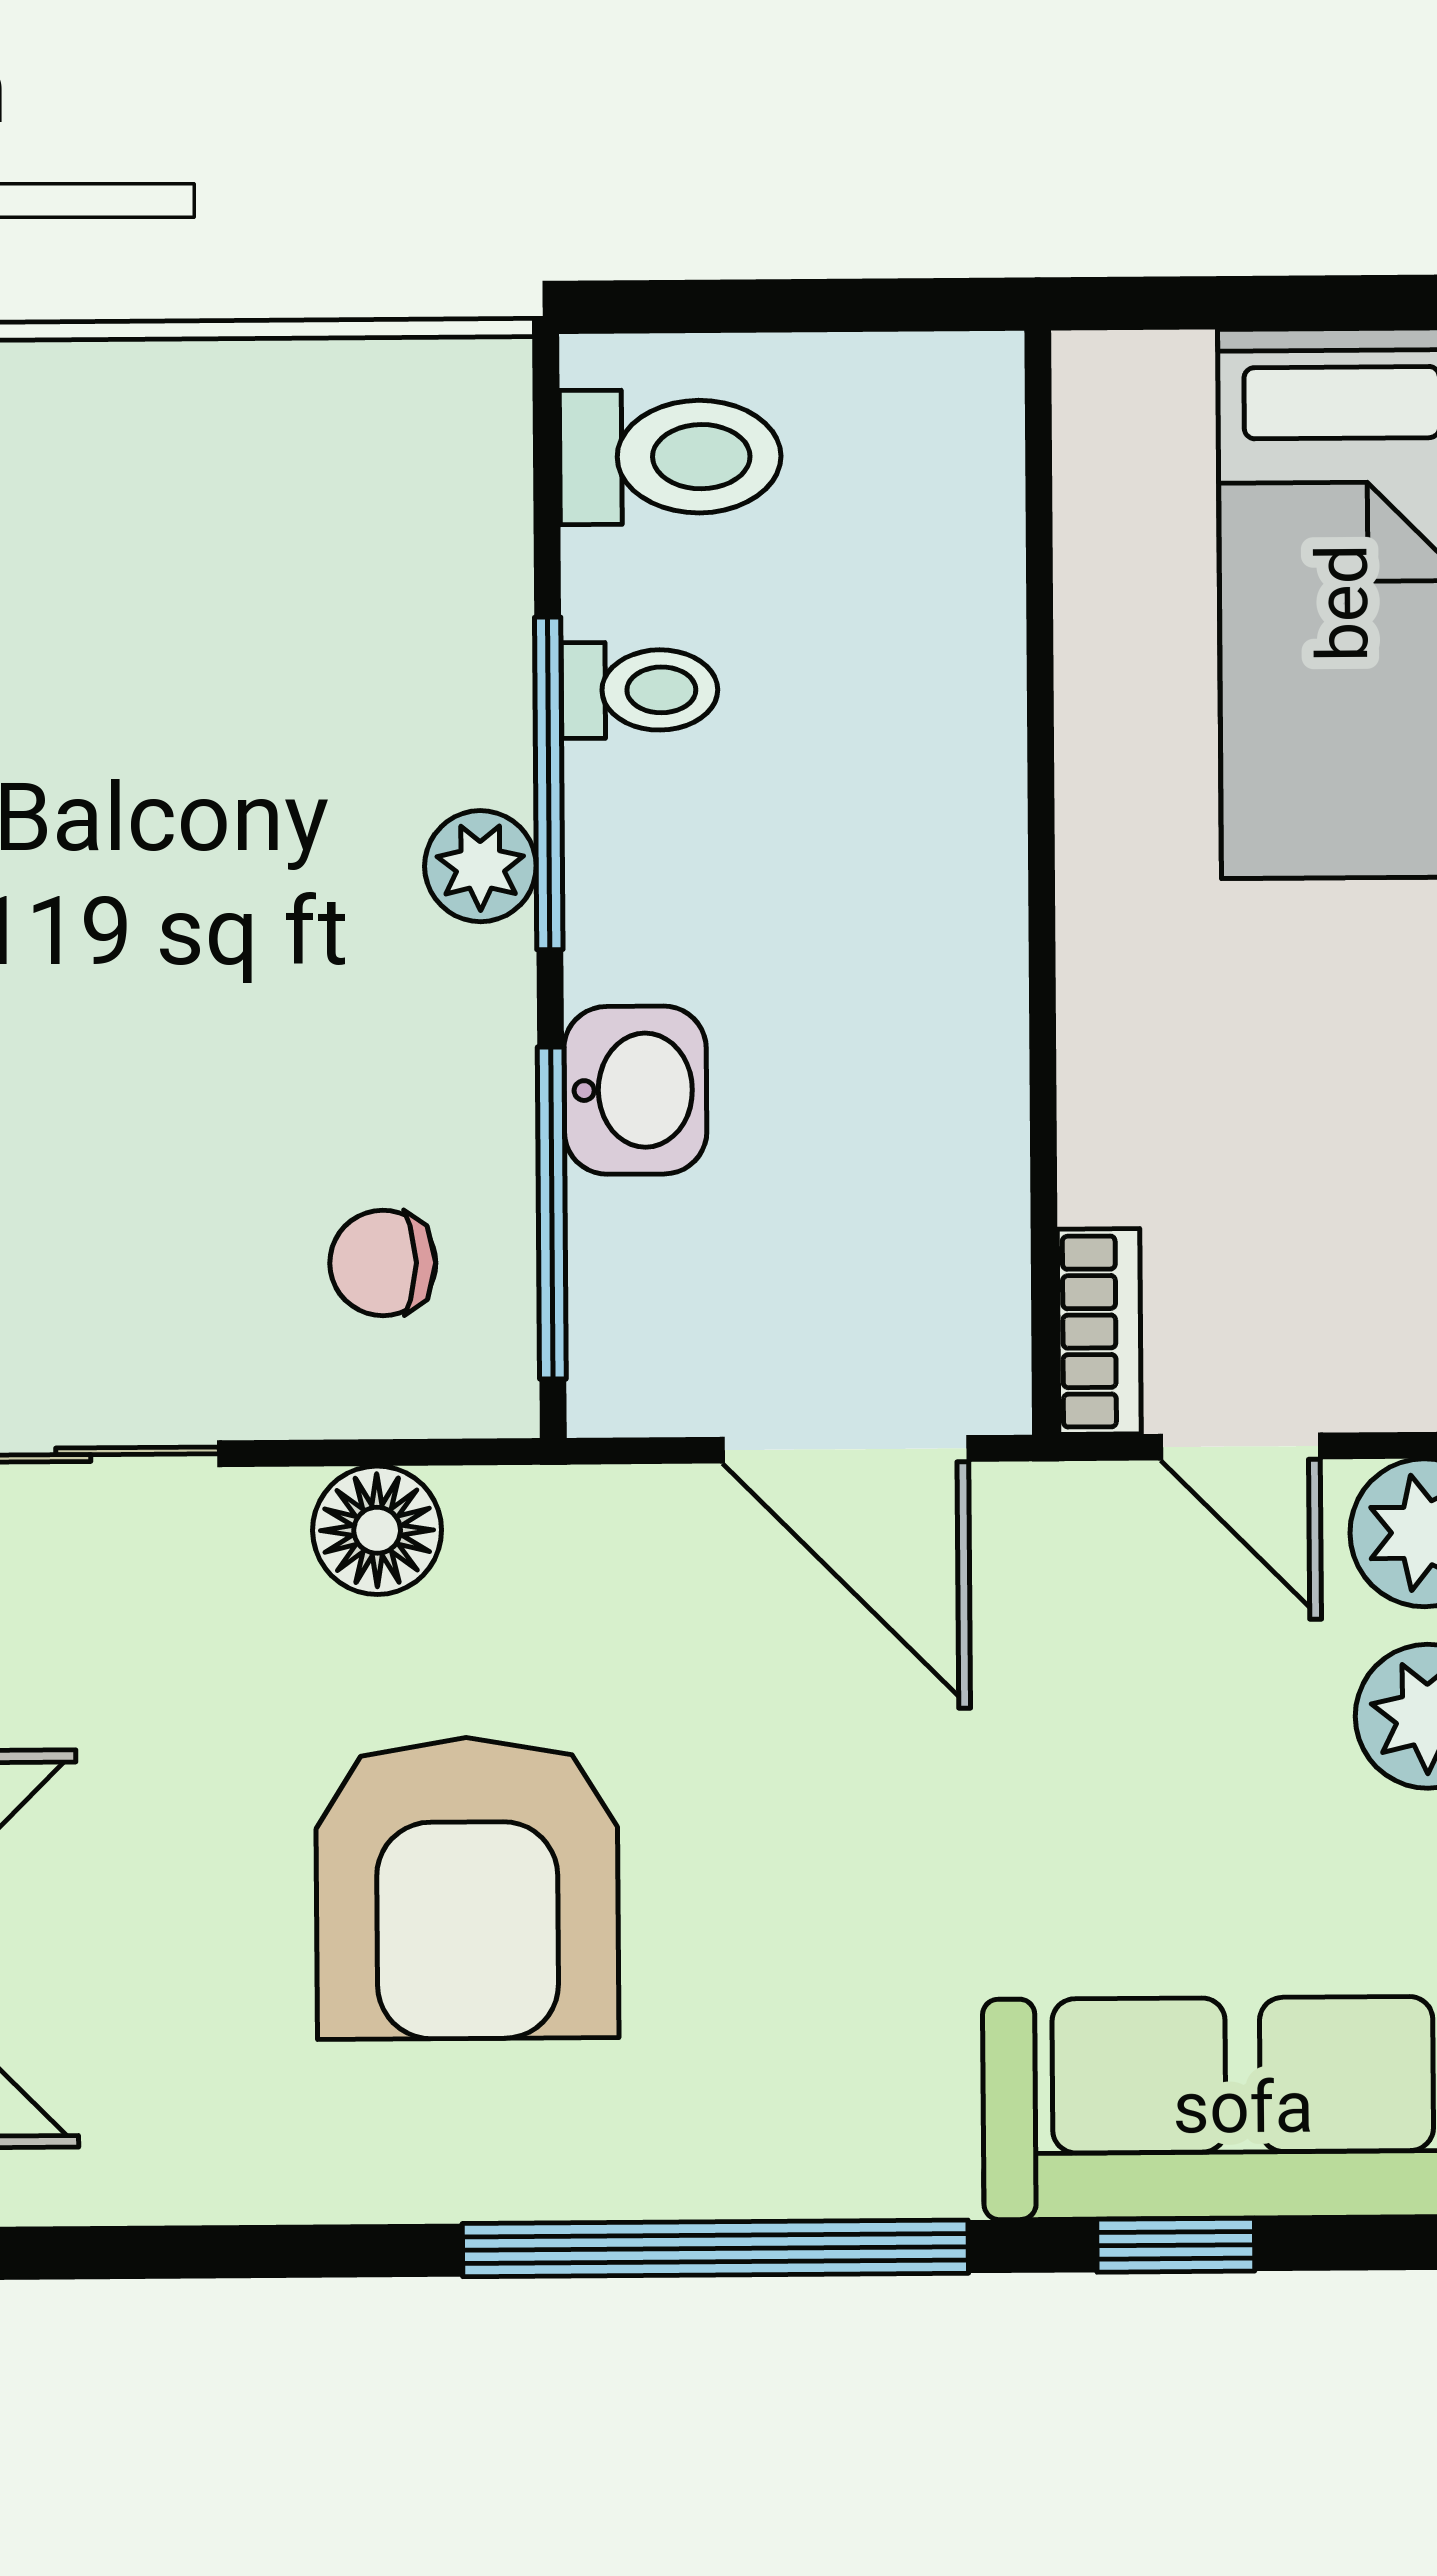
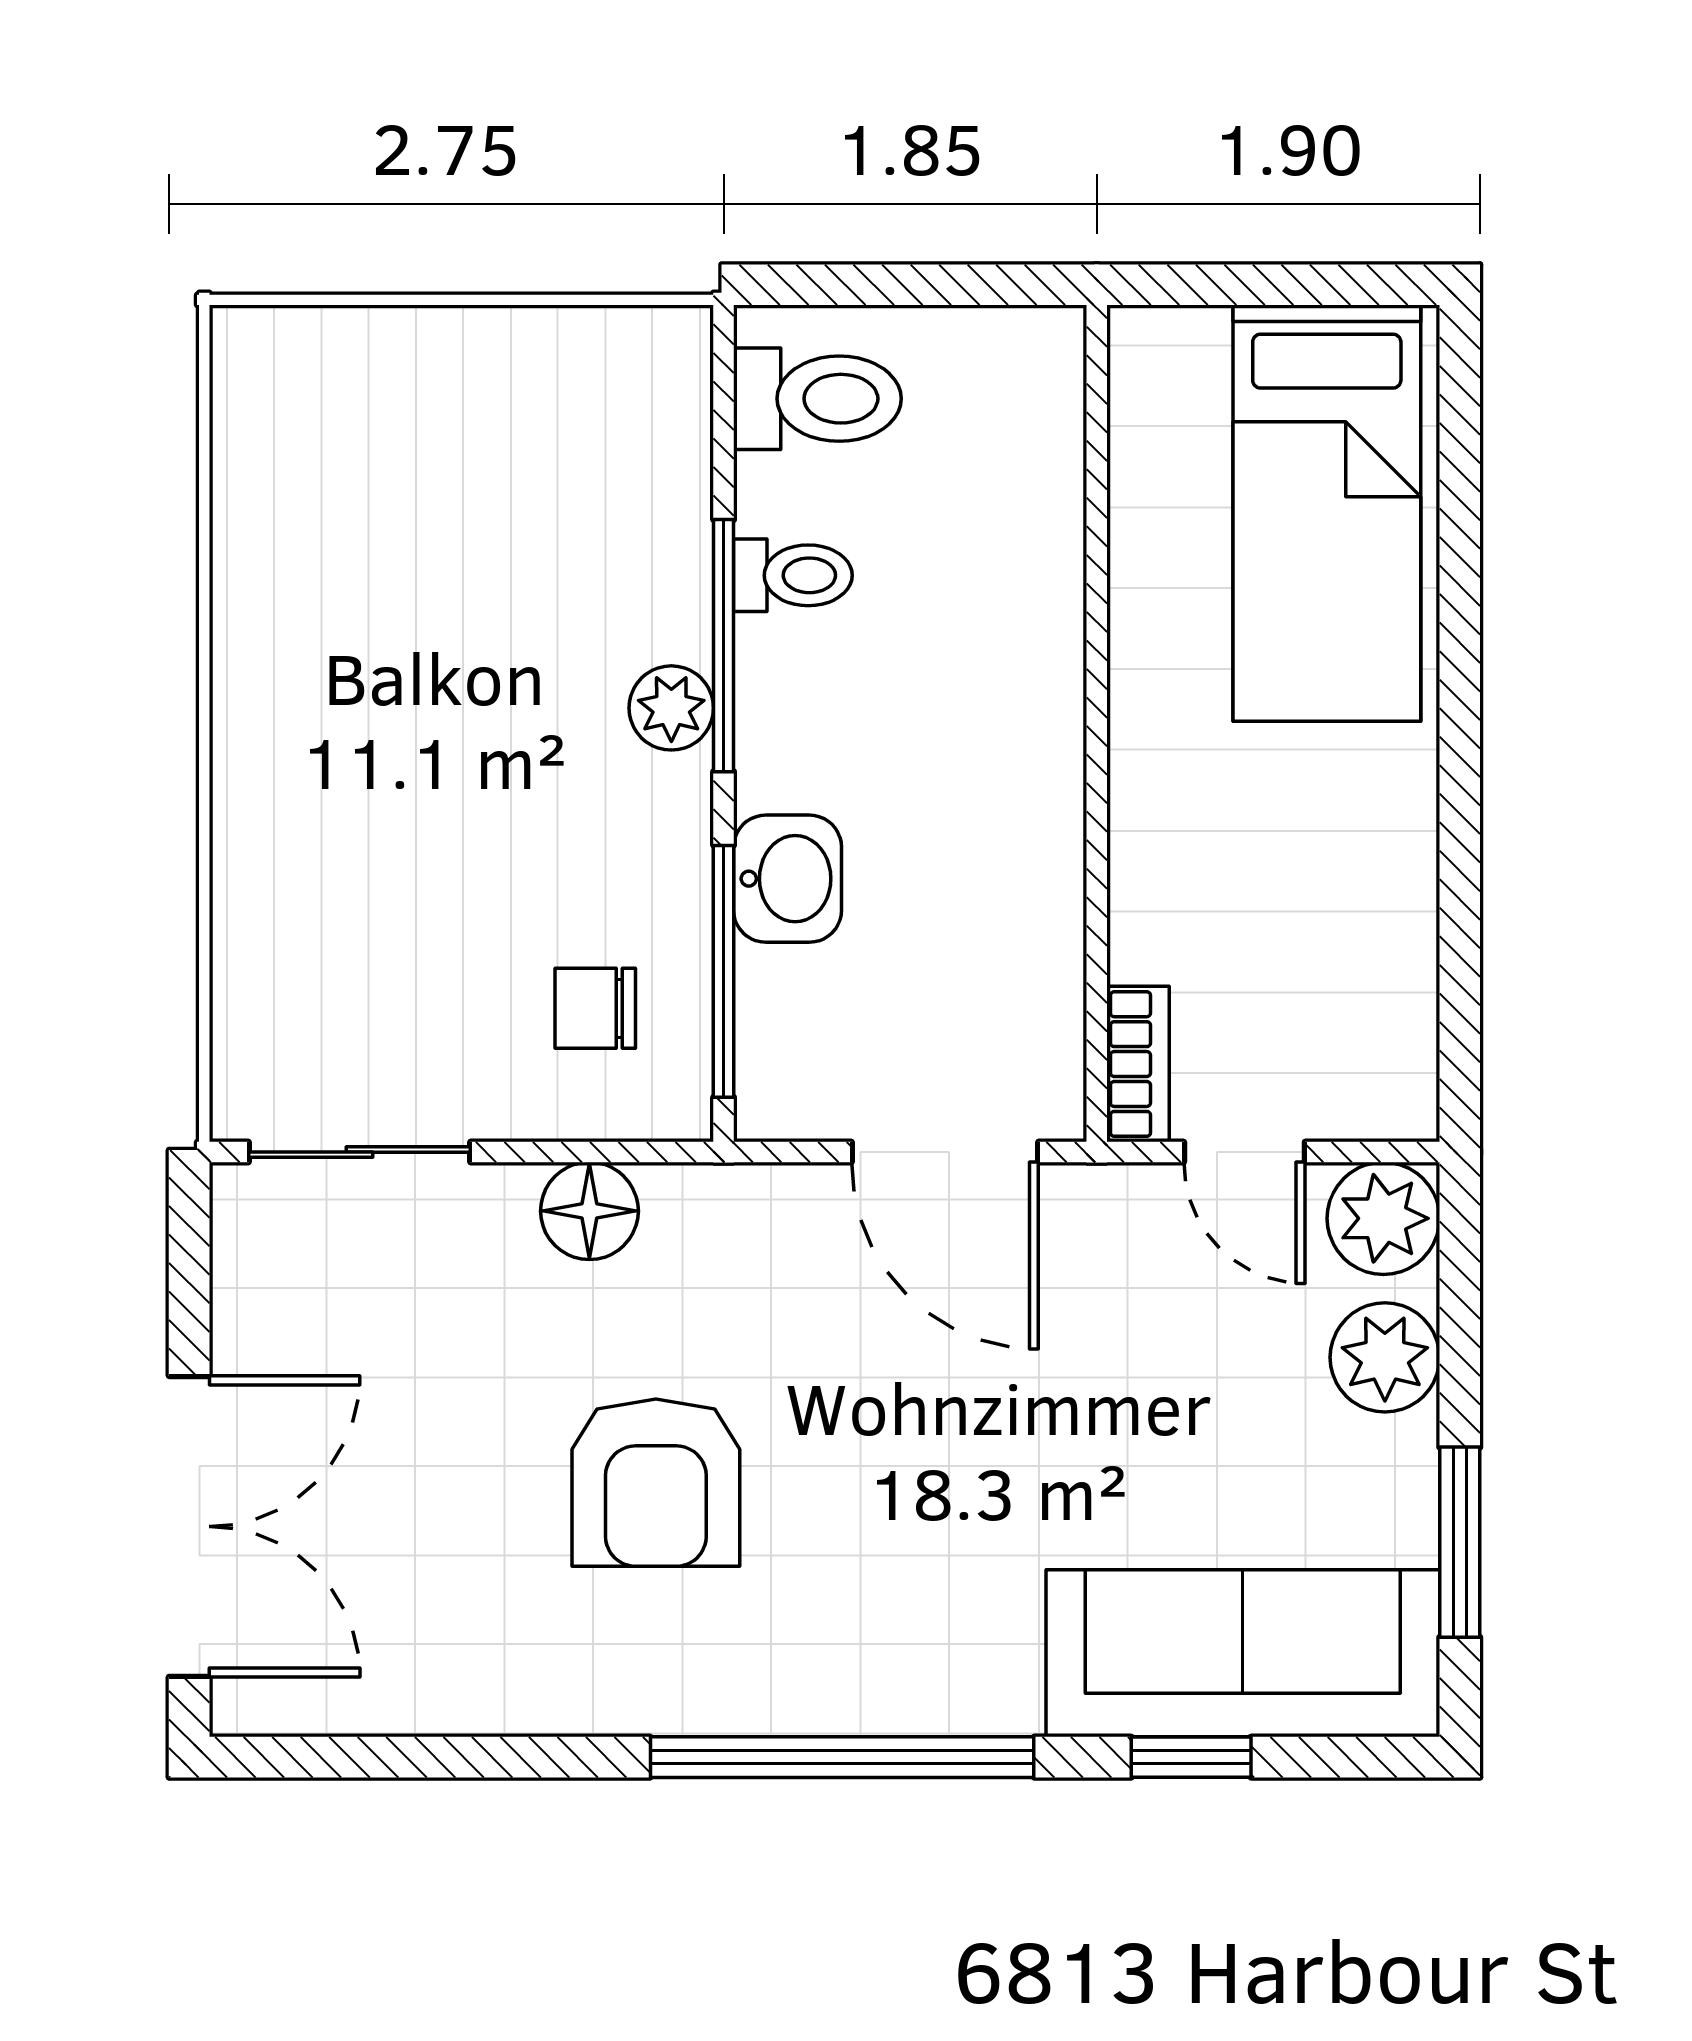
armchair: (467, 1888) -> (656, 1483), width x0.73, depth x0.73

